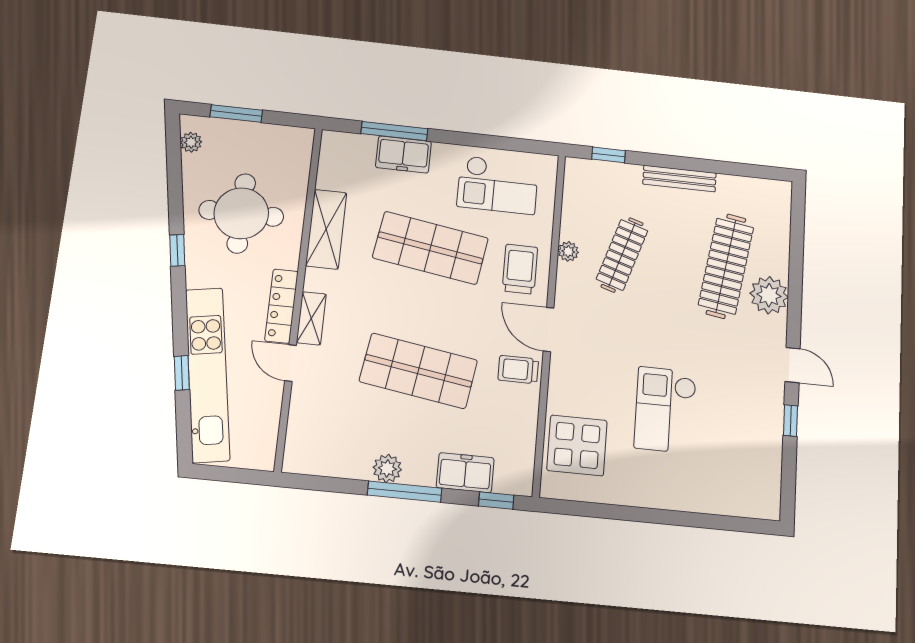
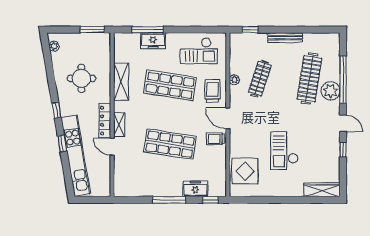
window: (236, 114) -> (92, 30), moved
round table: (241, 213) -> (81, 78), width x0.73, depth x0.73
window: (177, 250) -> (57, 110), moved
window: (796, 275) -> (343, 80), added
window: (182, 373) -> (62, 143), moved
plant: (387, 468) -> (160, 190), removed
wardrobe: (742, 502) -> (322, 190), added

